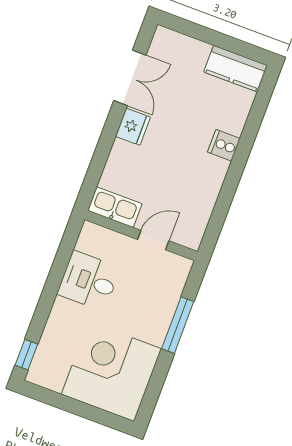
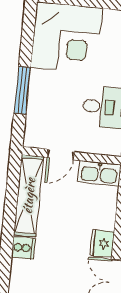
shelving: (202, 203) -> (29, 196), added

